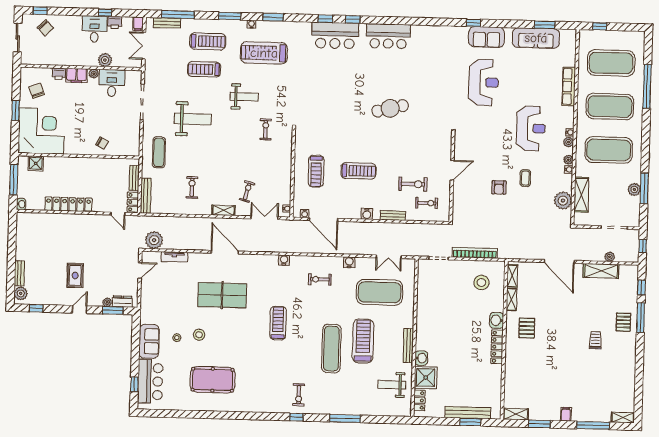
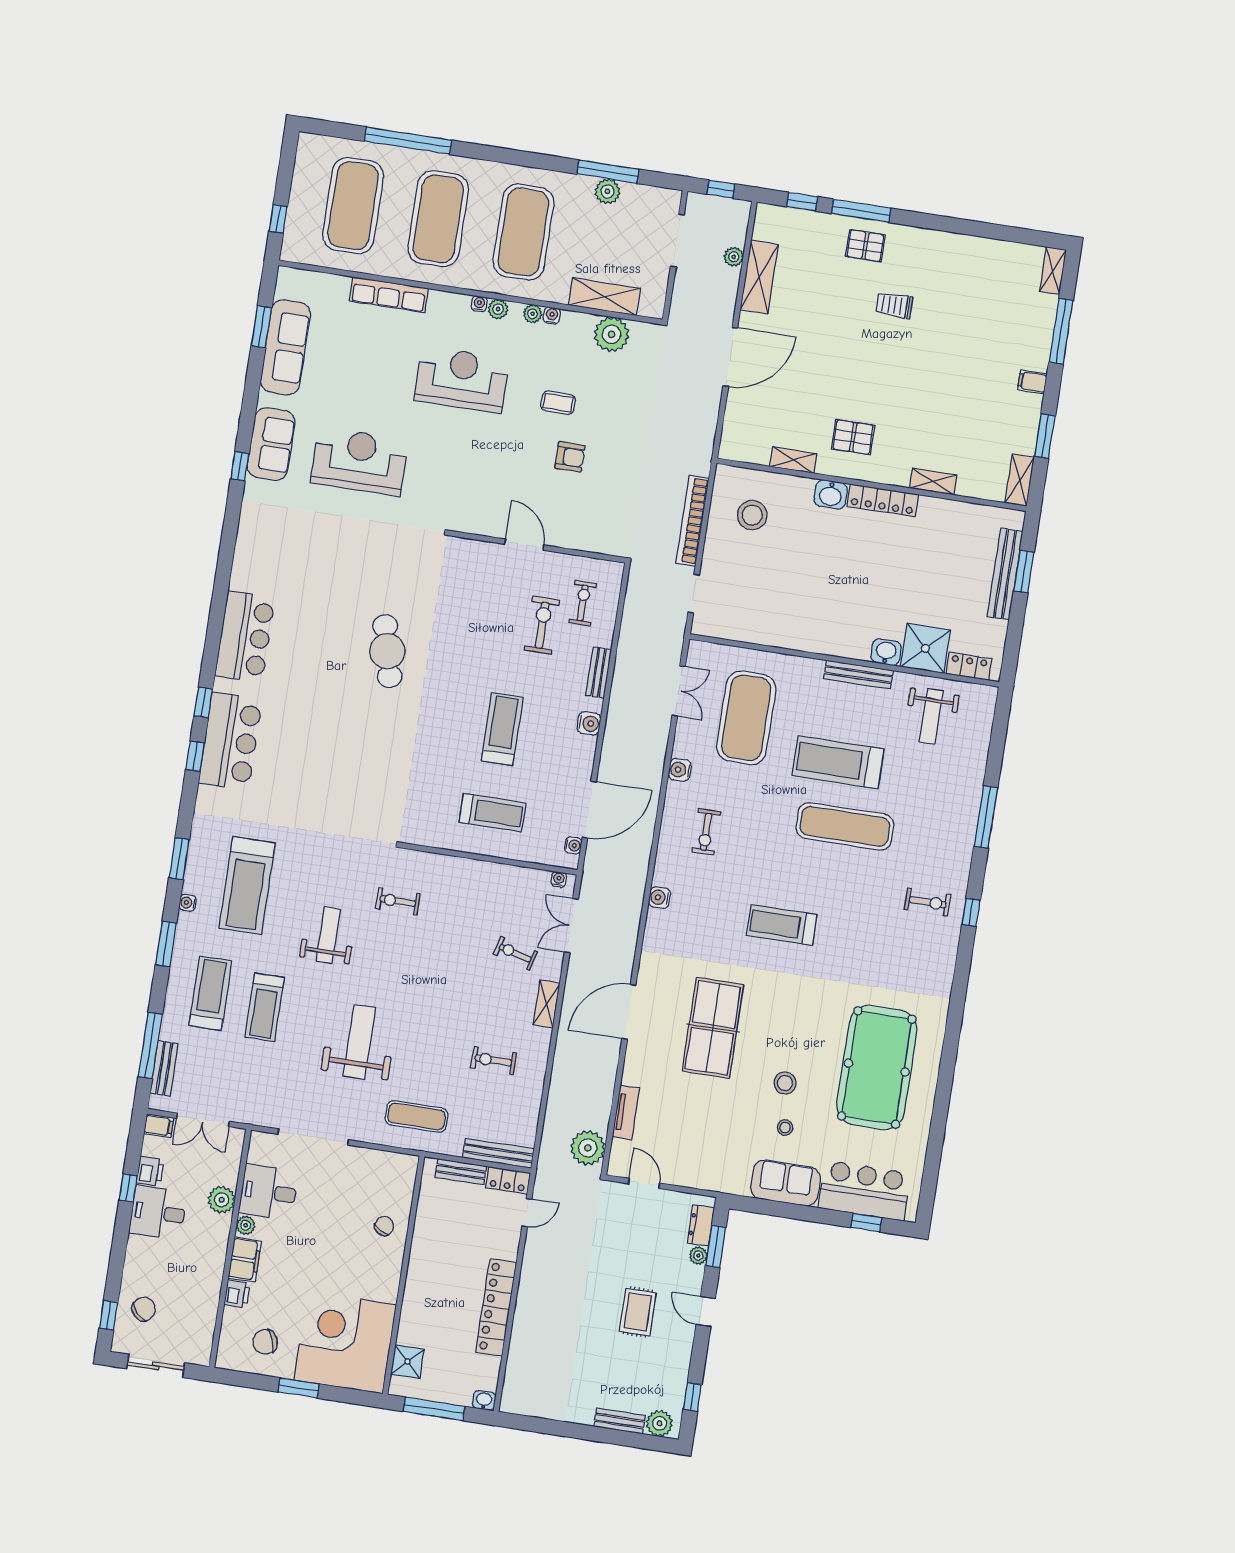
rug: (75, 276) -> (638, 1312), turned 90
shelving: (512, 276) -> (933, 482), moved
pool table: (213, 380) -> (877, 1068), width x1.36, depth x1.32

